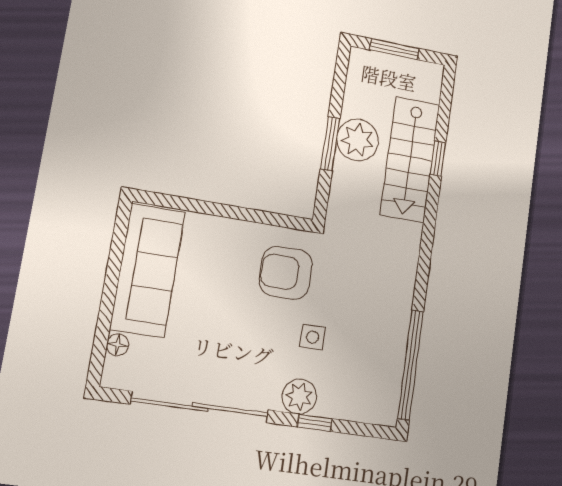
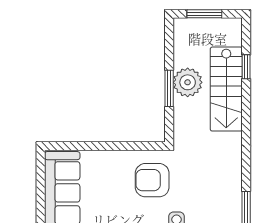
window: (438, 159) -> (246, 67), moved

